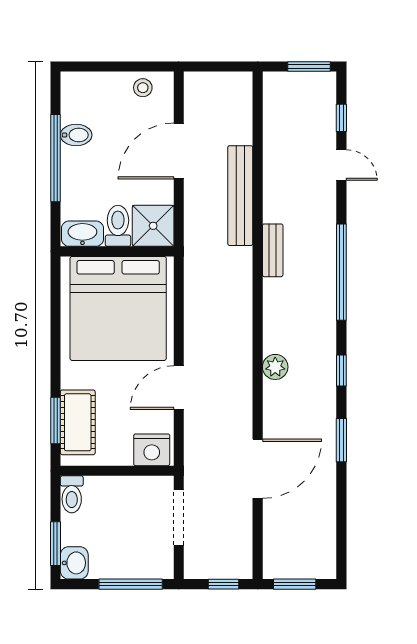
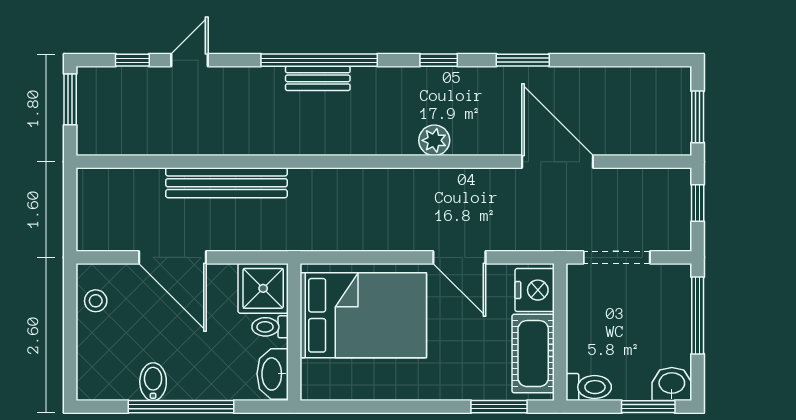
toilet: (118, 226) -> (270, 327), width x0.73, depth x0.72
bench: (273, 250) -> (318, 78), moved
bed: (118, 308) -> (363, 315), width x0.73
cot: (78, 422) -> (533, 354), moved, turned 90

